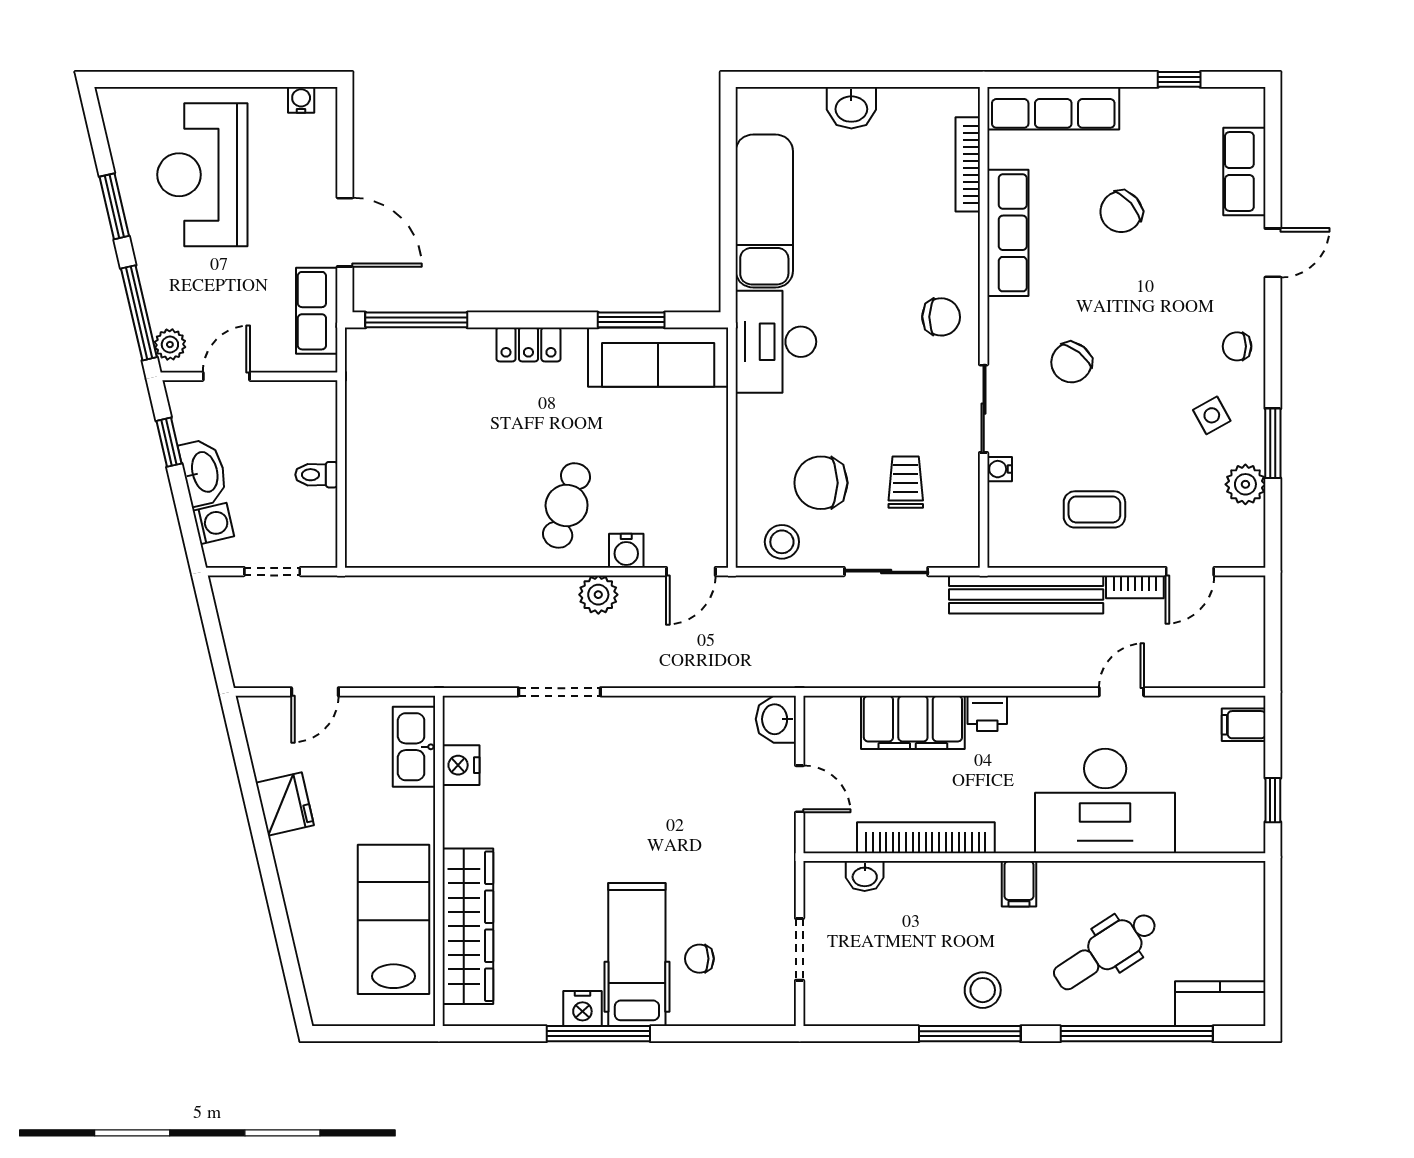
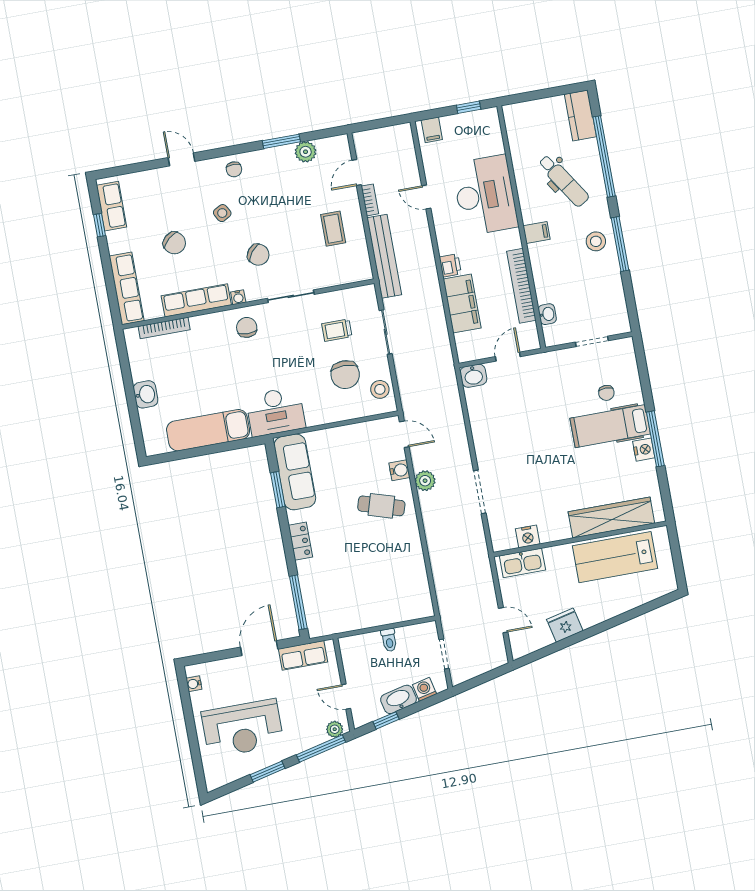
row of seats: (1244, 172) -> (111, 206), moved, turned -90
side table: (1212, 415) -> (222, 213), moved
water cooler: (1000, 469) -> (238, 297), moved
door: (1190, 572) -> (357, 173), swing flipped

